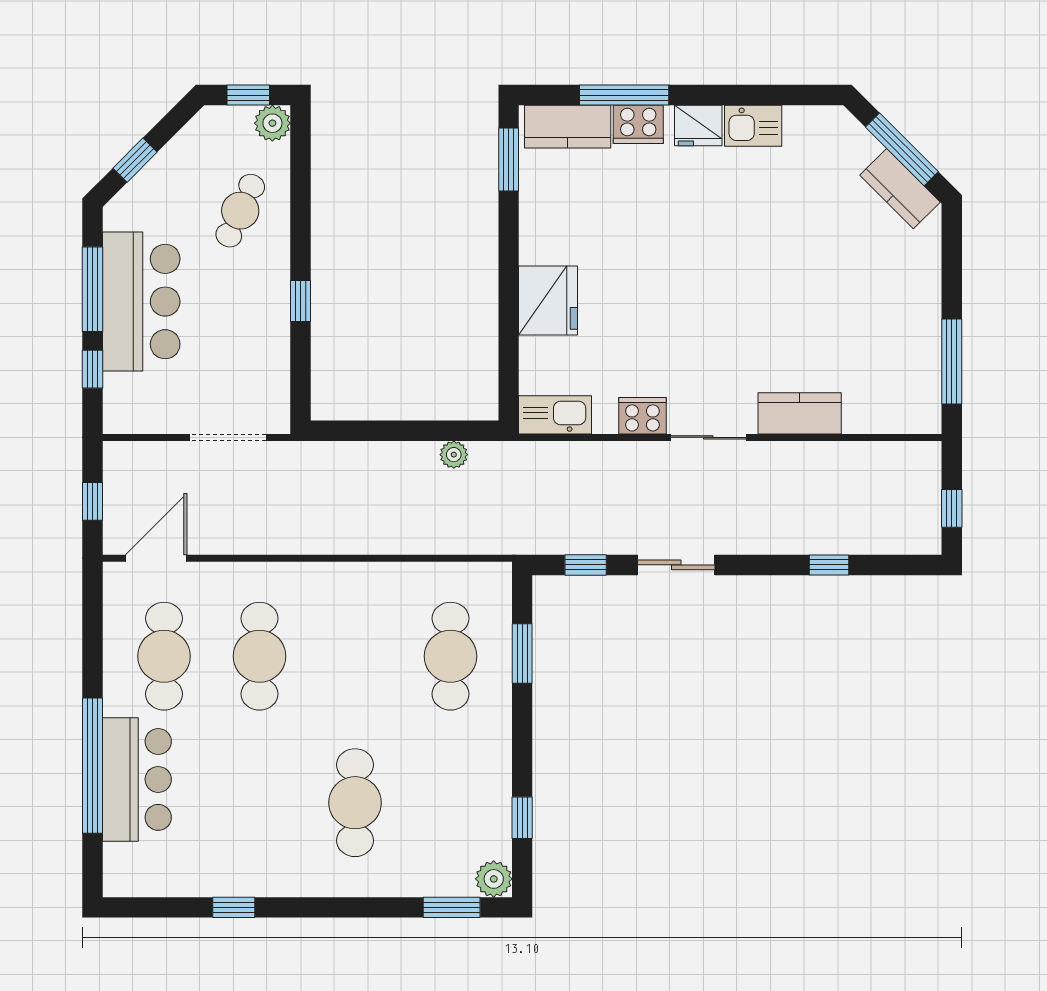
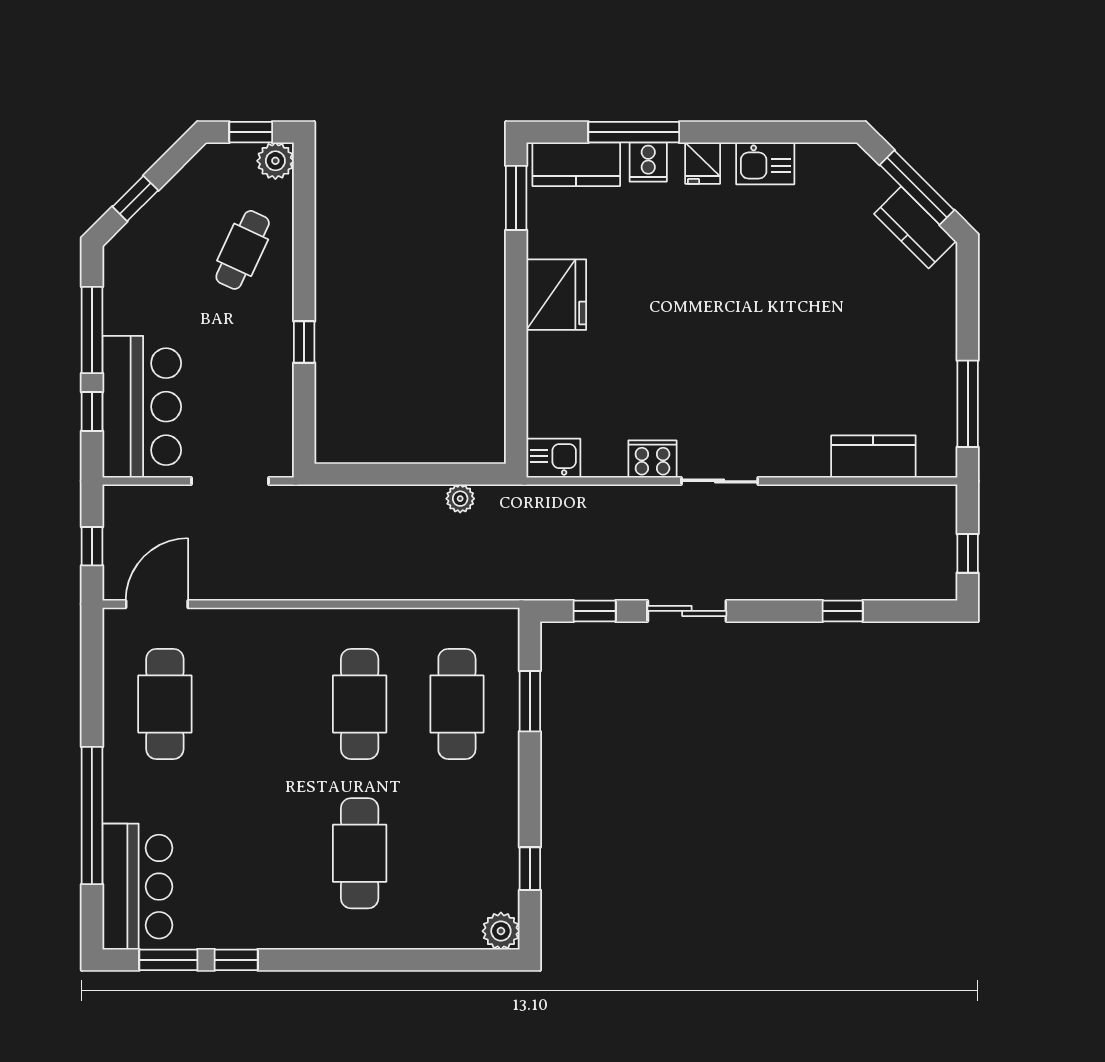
cooker: (638, 124) -> (648, 162), width x0.73
fridge: (698, 125) -> (703, 163), width x0.72
fridge: (548, 300) -> (556, 295), moved
bar counter: (141, 302) -> (142, 407), moved
kitchen counter: (800, 413) -> (873, 456), moved
kitchen sink: (555, 415) -> (553, 458), width x0.73
cafe table: (260, 656) -> (360, 704), moved
bar counter: (137, 779) -> (137, 887), moved
window: (452, 907) -> (168, 960), moved

